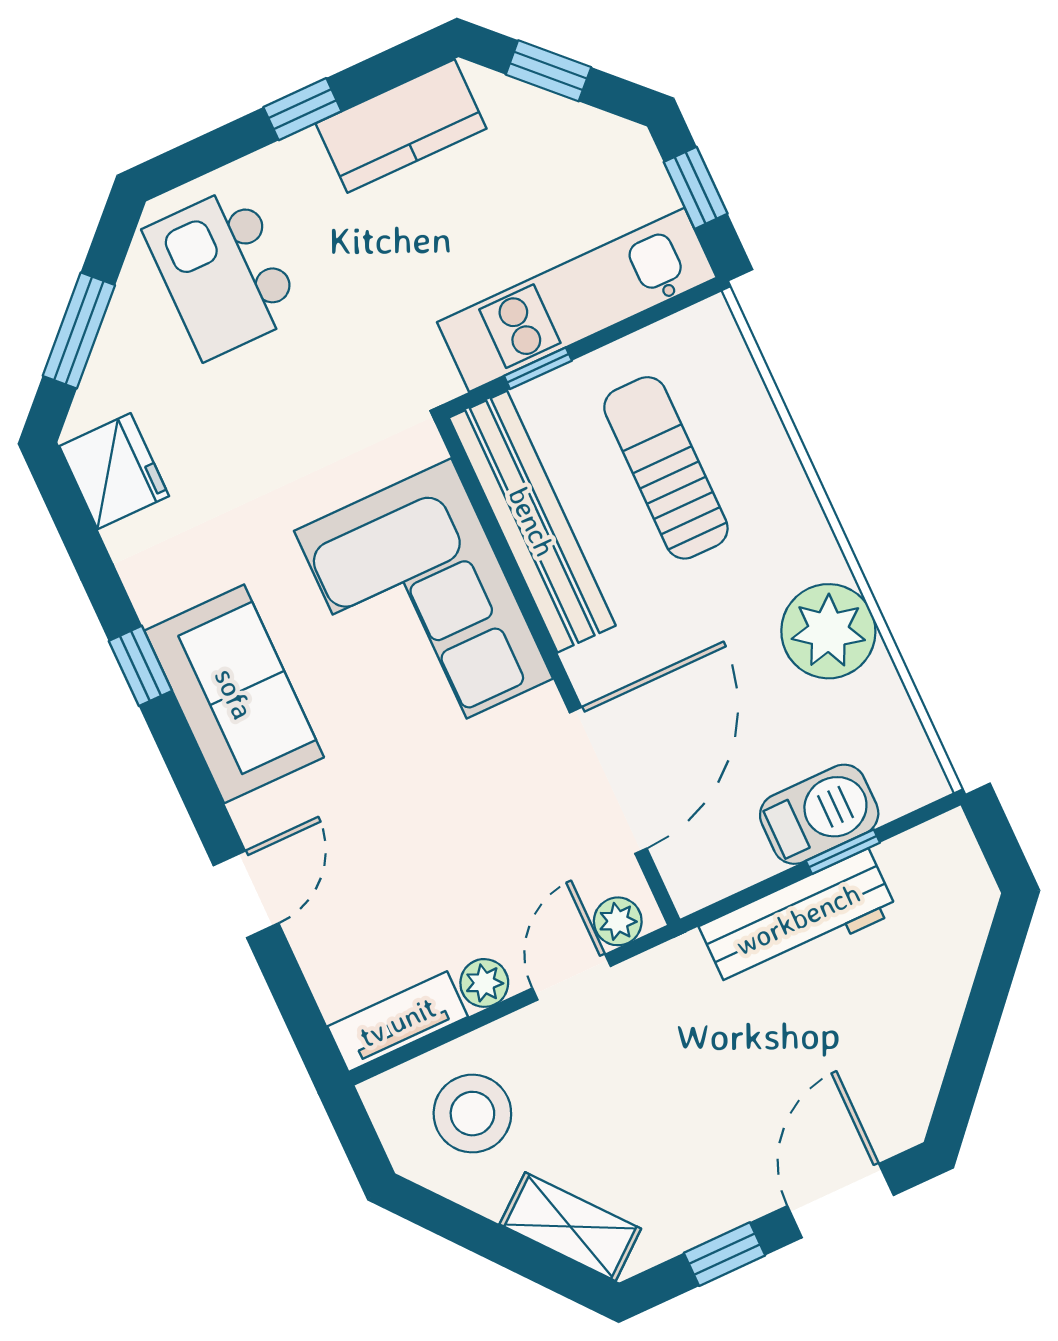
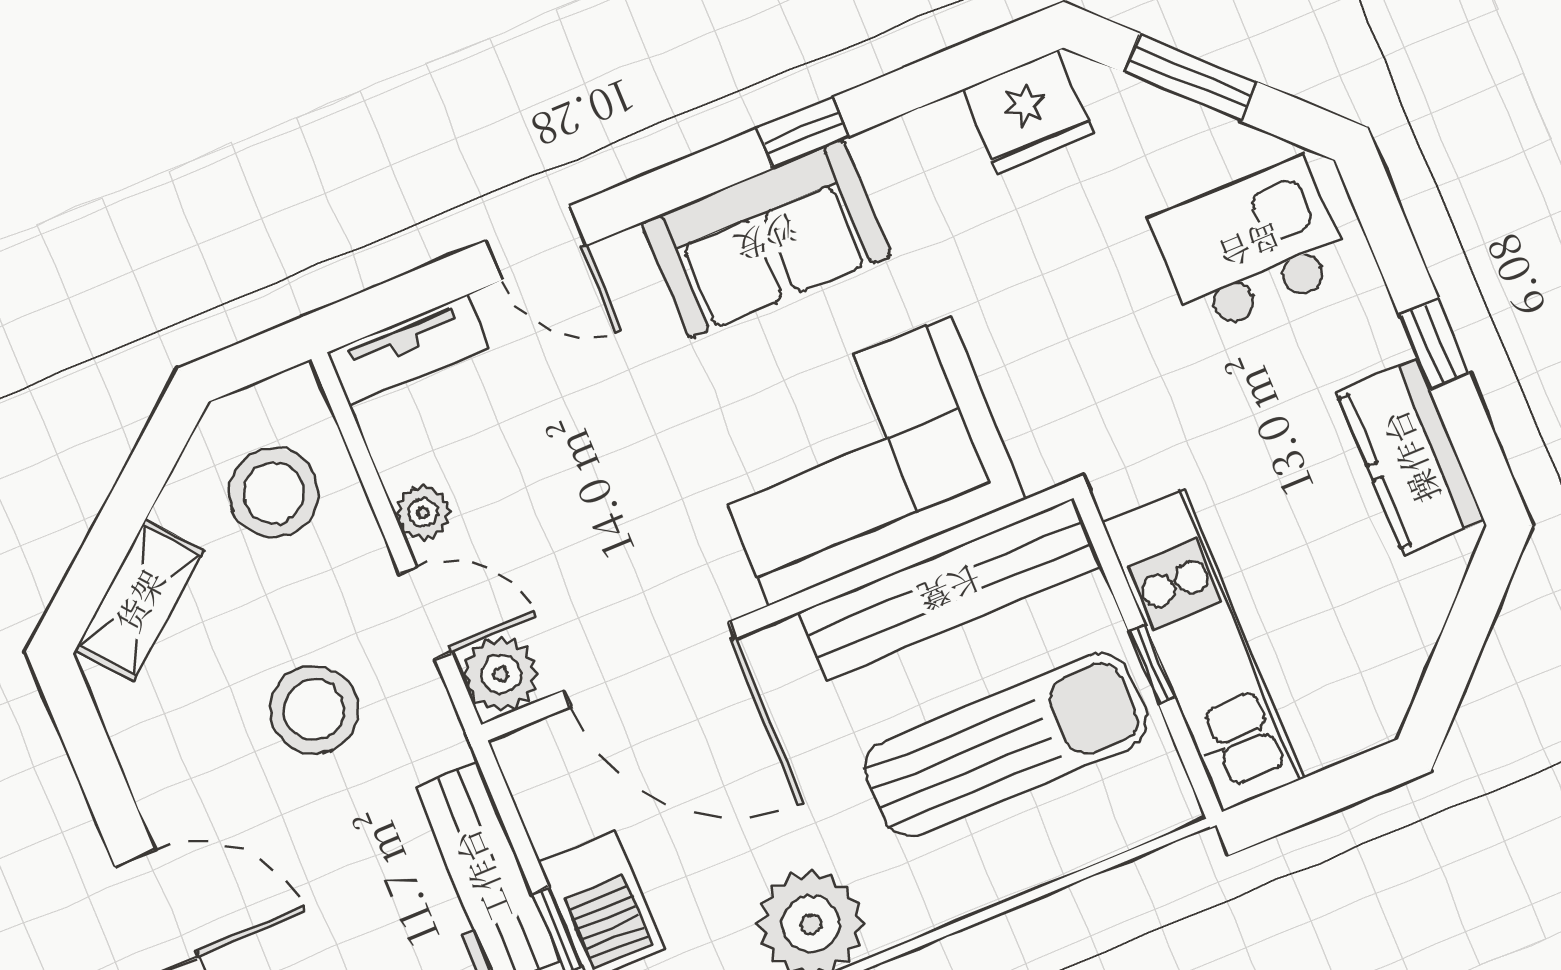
window: (548, 71) -> (1467, 628), removed
window: (696, 188) -> (1326, 792), removed
window: (538, 368) -> (1152, 664), moved
sun lounger: (666, 468) -> (1006, 745), width x1.36, depth x1.34
plant: (618, 921) -> (501, 674), width x1.38, depth x1.38
tv unit: (398, 1022) -> (408, 350), moved, turned 90
stool: (659, 1071) -> (314, 710), added
window: (725, 1254) -> (101, 776), removed

